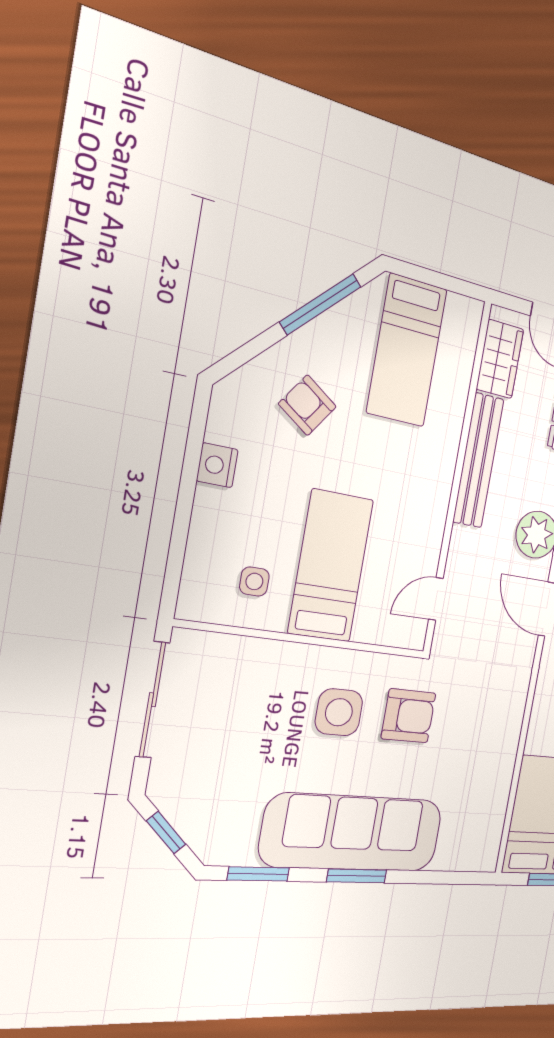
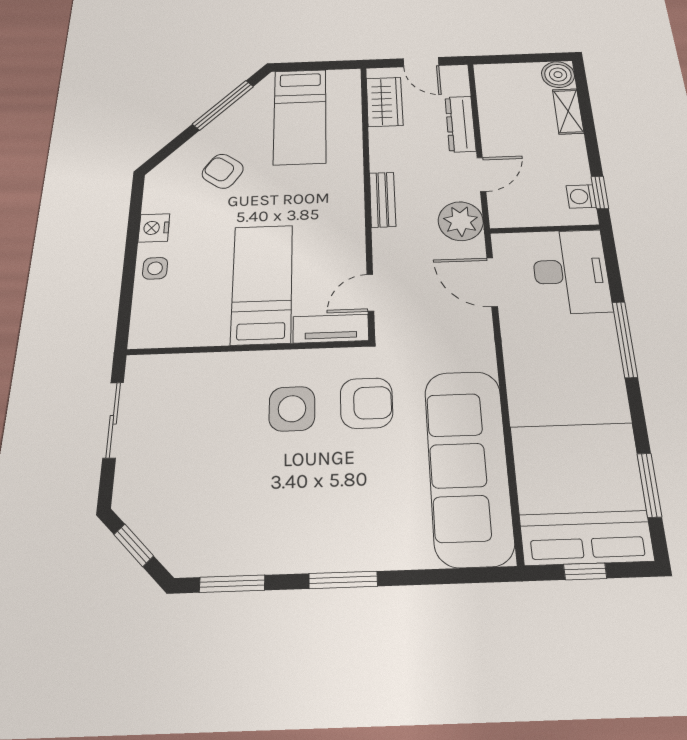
bench: (478, 461) -> (382, 199), width x0.54, depth x0.82
side table: (254, 581) -> (155, 268), moved
tv unit: (391, 632) -> (331, 329), added
sliding door: (152, 700) -> (113, 420), width x0.73
sofa: (353, 833) -> (468, 465), moved, turned -90

